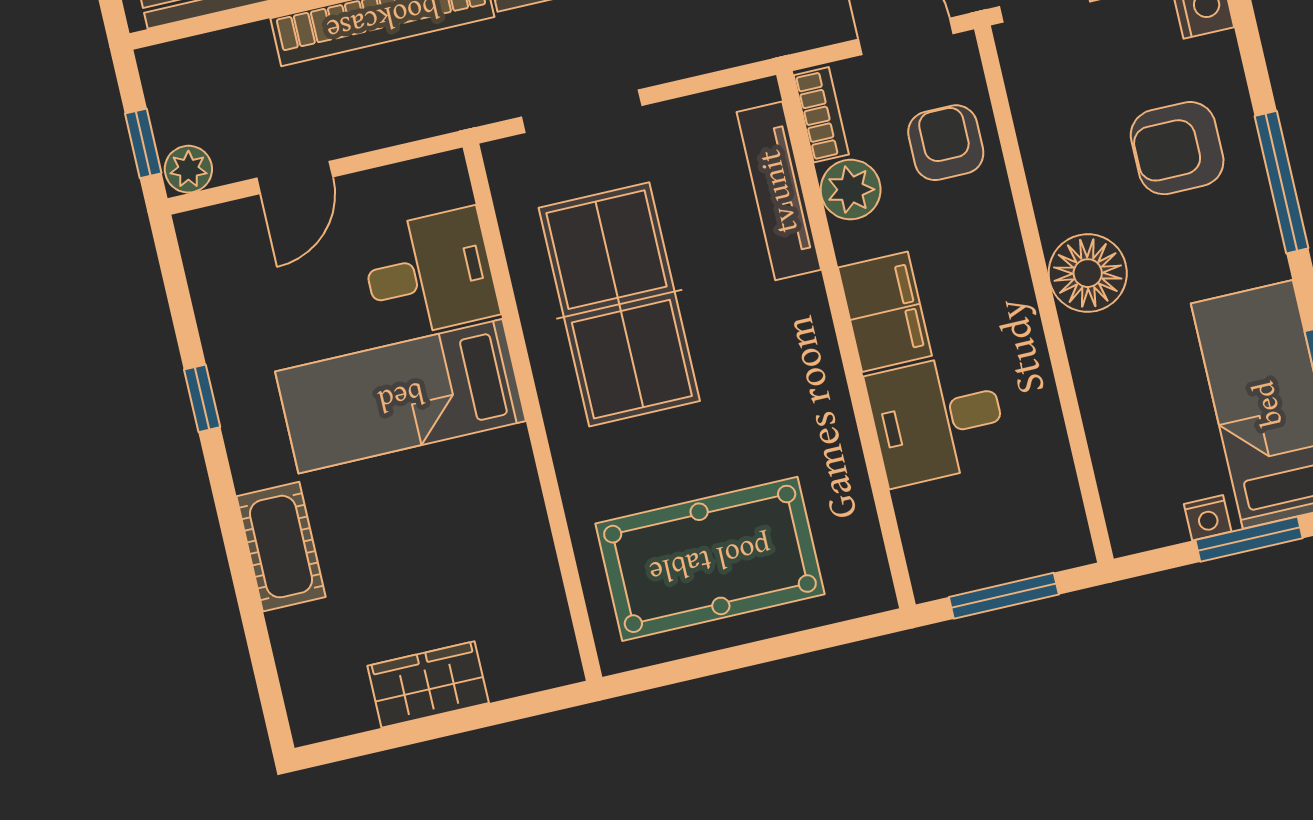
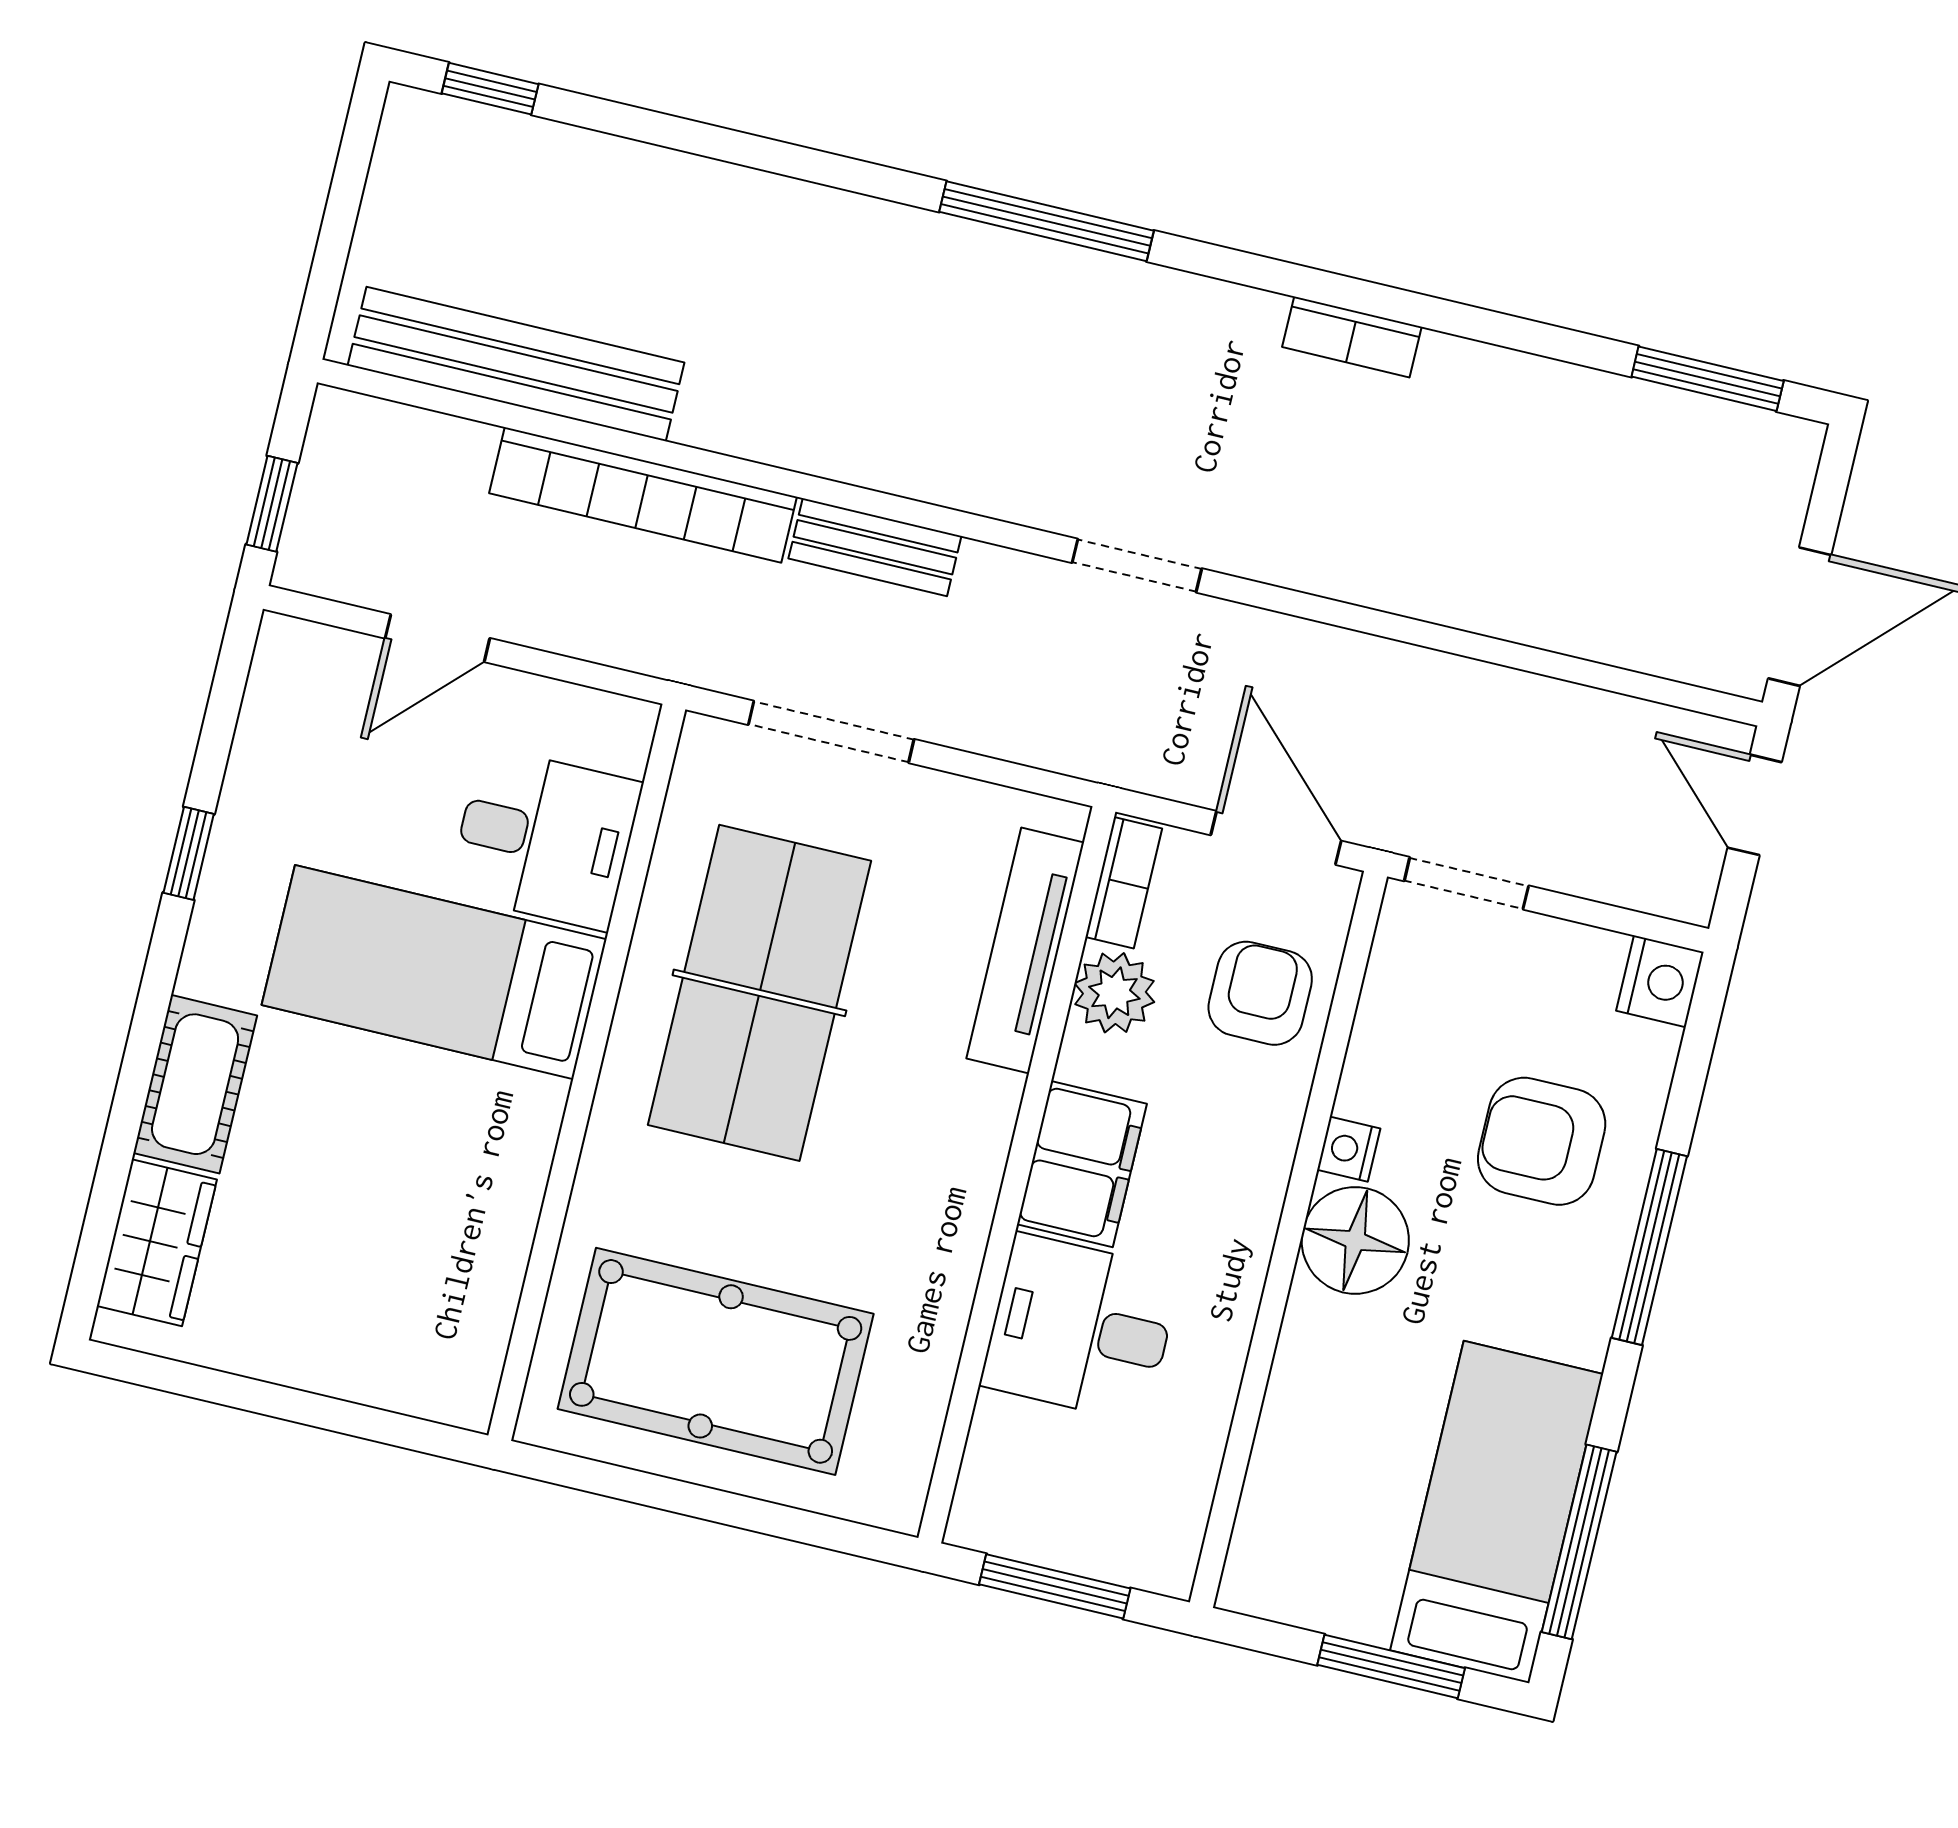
plant: (188, 169) -> (312, 563), removed
nightstand: (1208, 518) -> (1349, 1149), moved, turned 90
wardrobe: (428, 684) -> (157, 1243), moved, turned 90

